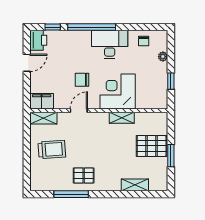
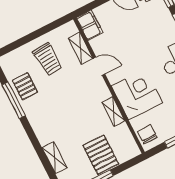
chair: (82, 80) -> (147, 134), moved
shelving: (43, 118) -> (81, 48), moved
pallet: (84, 176) -> (25, 86), moved

